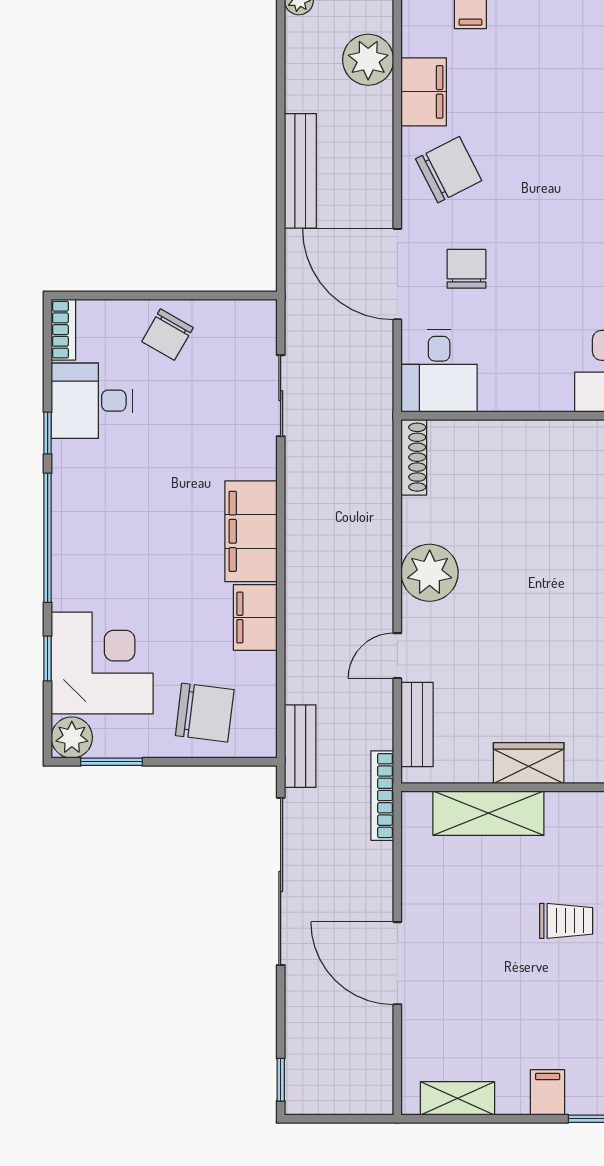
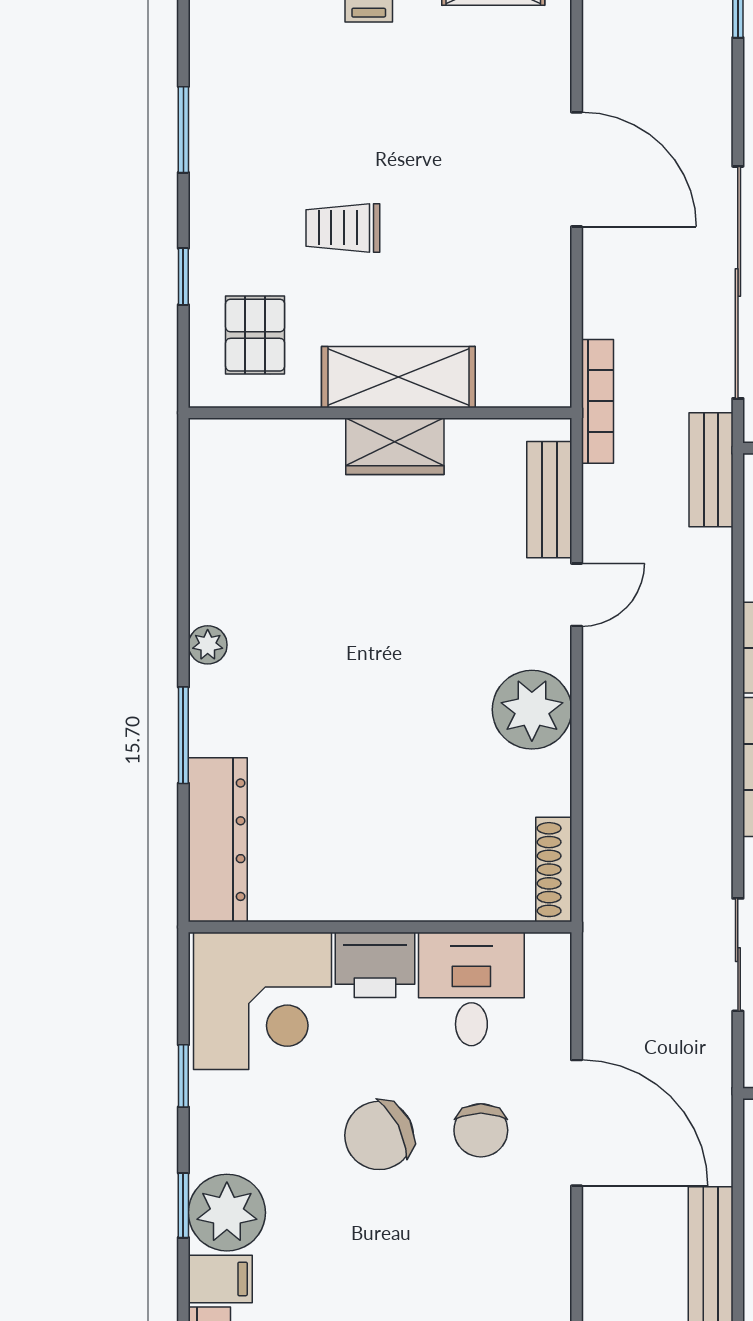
chair: (449, 170) -> (379, 1135), moved
desk: (439, 371) -> (471, 989), moved
printer: (543, 388) -> (375, 965), added
shelving: (488, 813) -> (398, 377), moved

